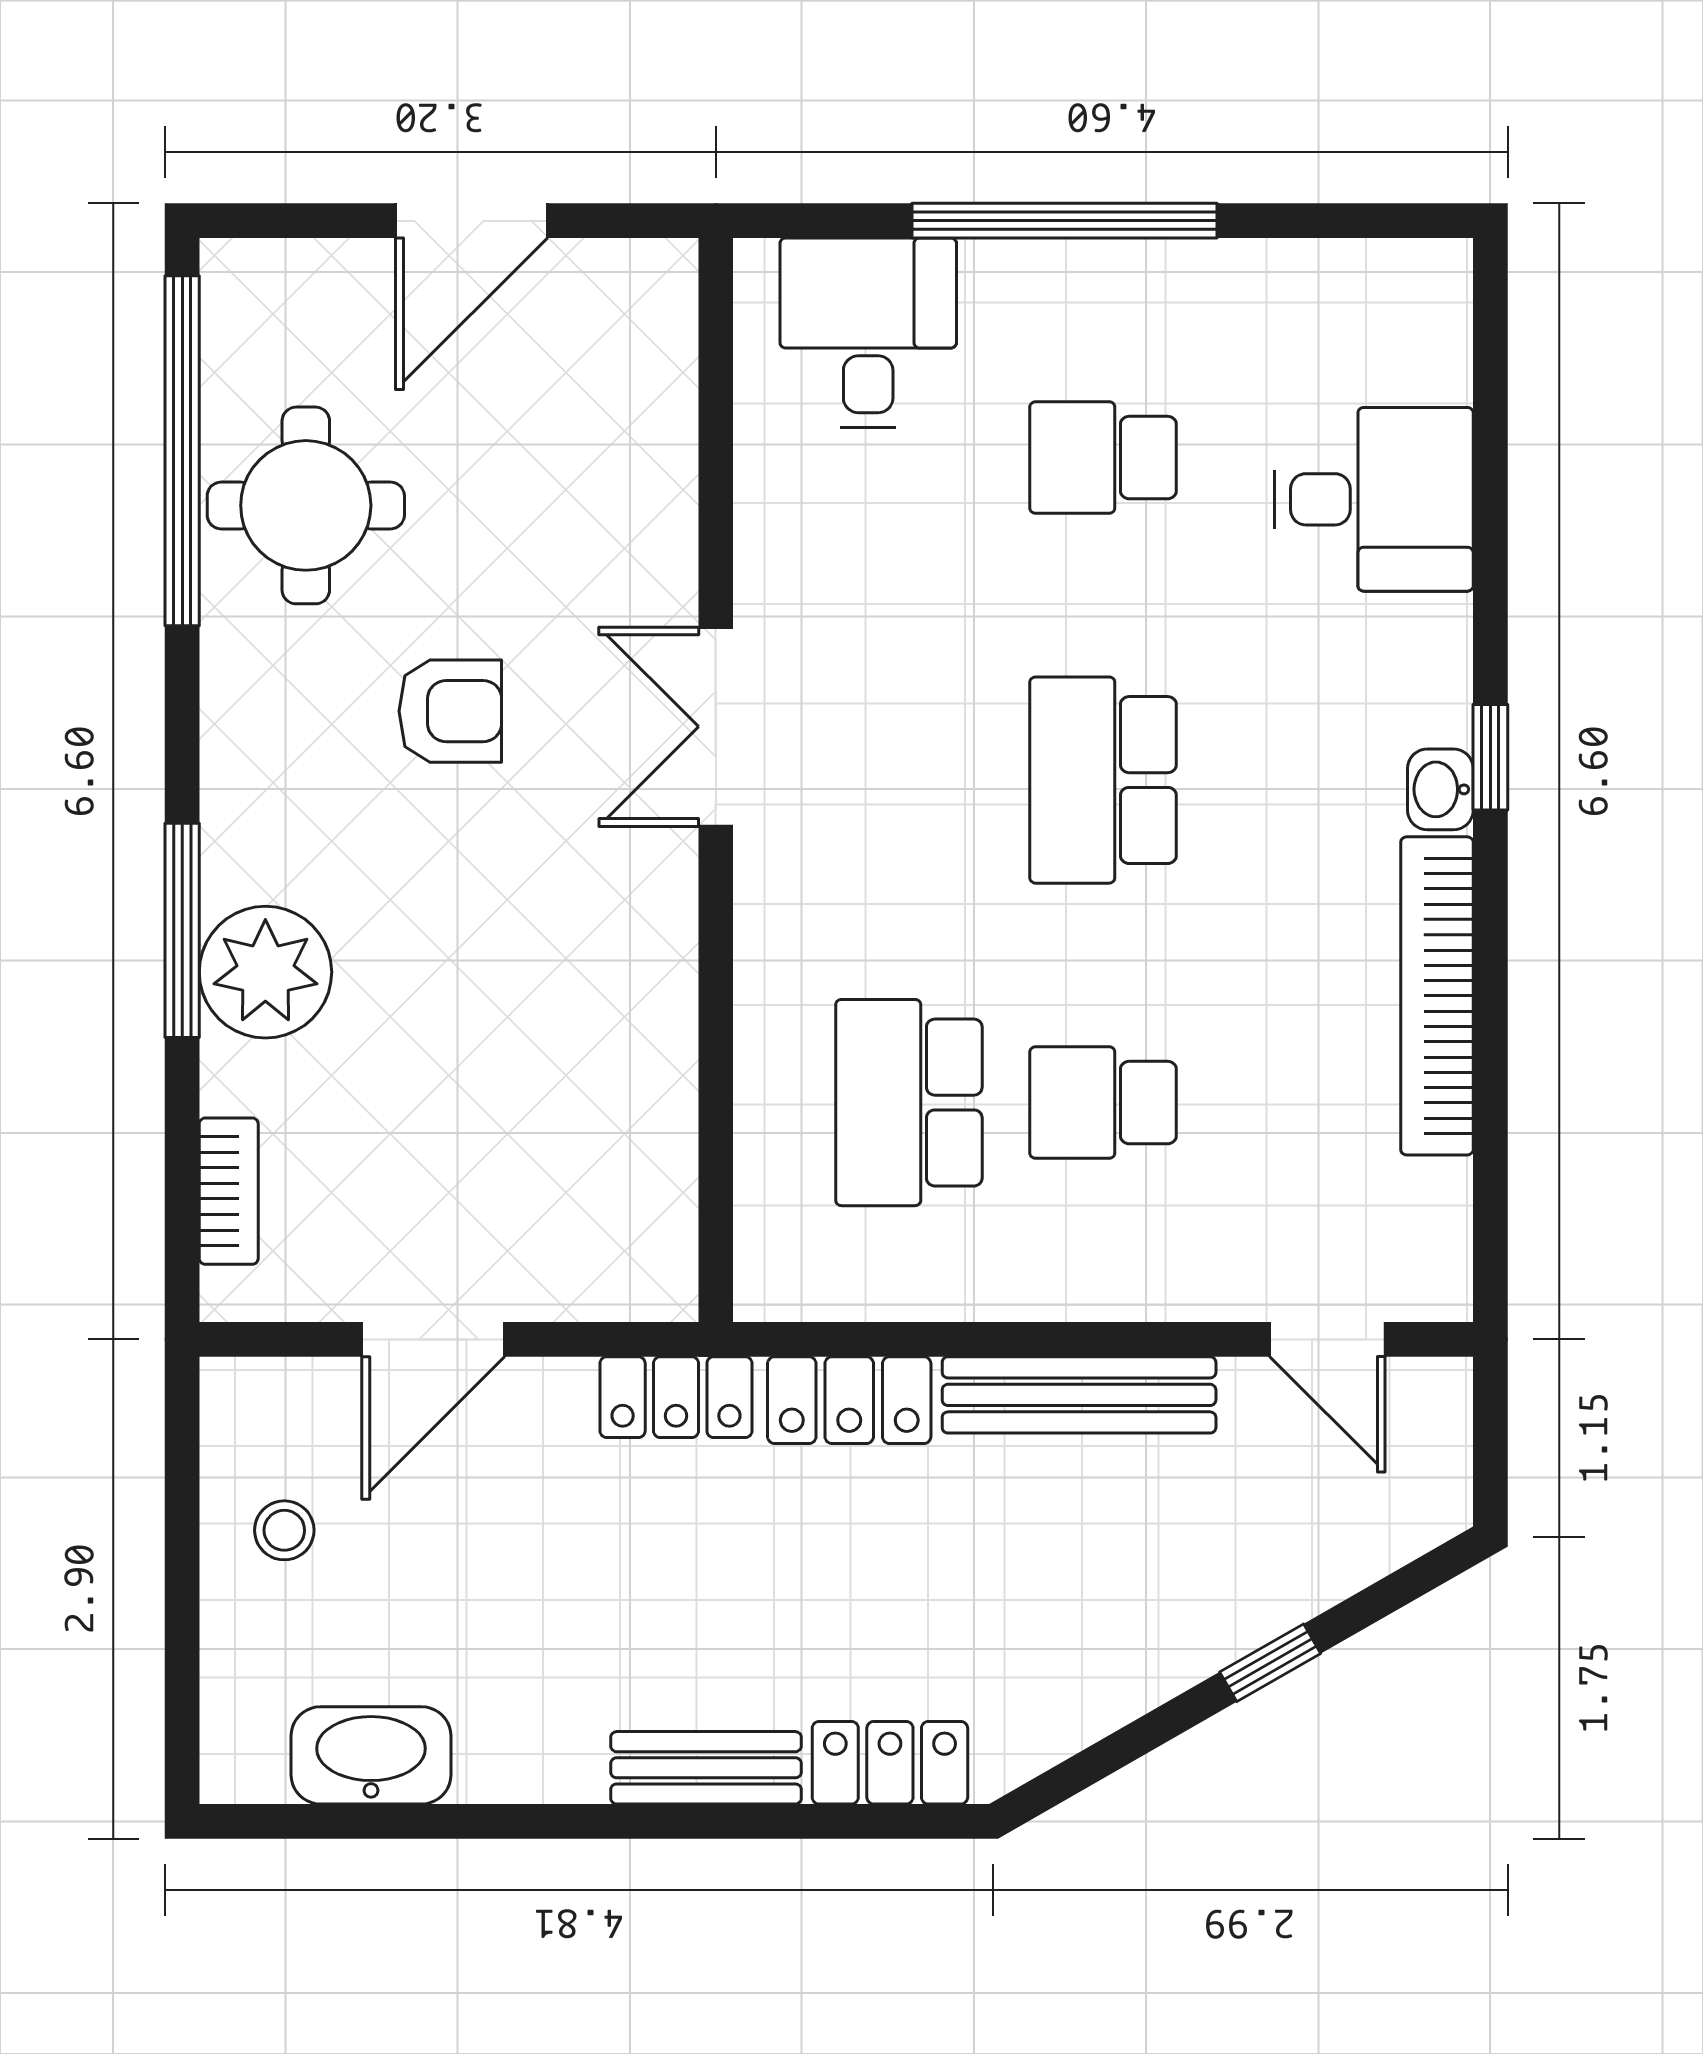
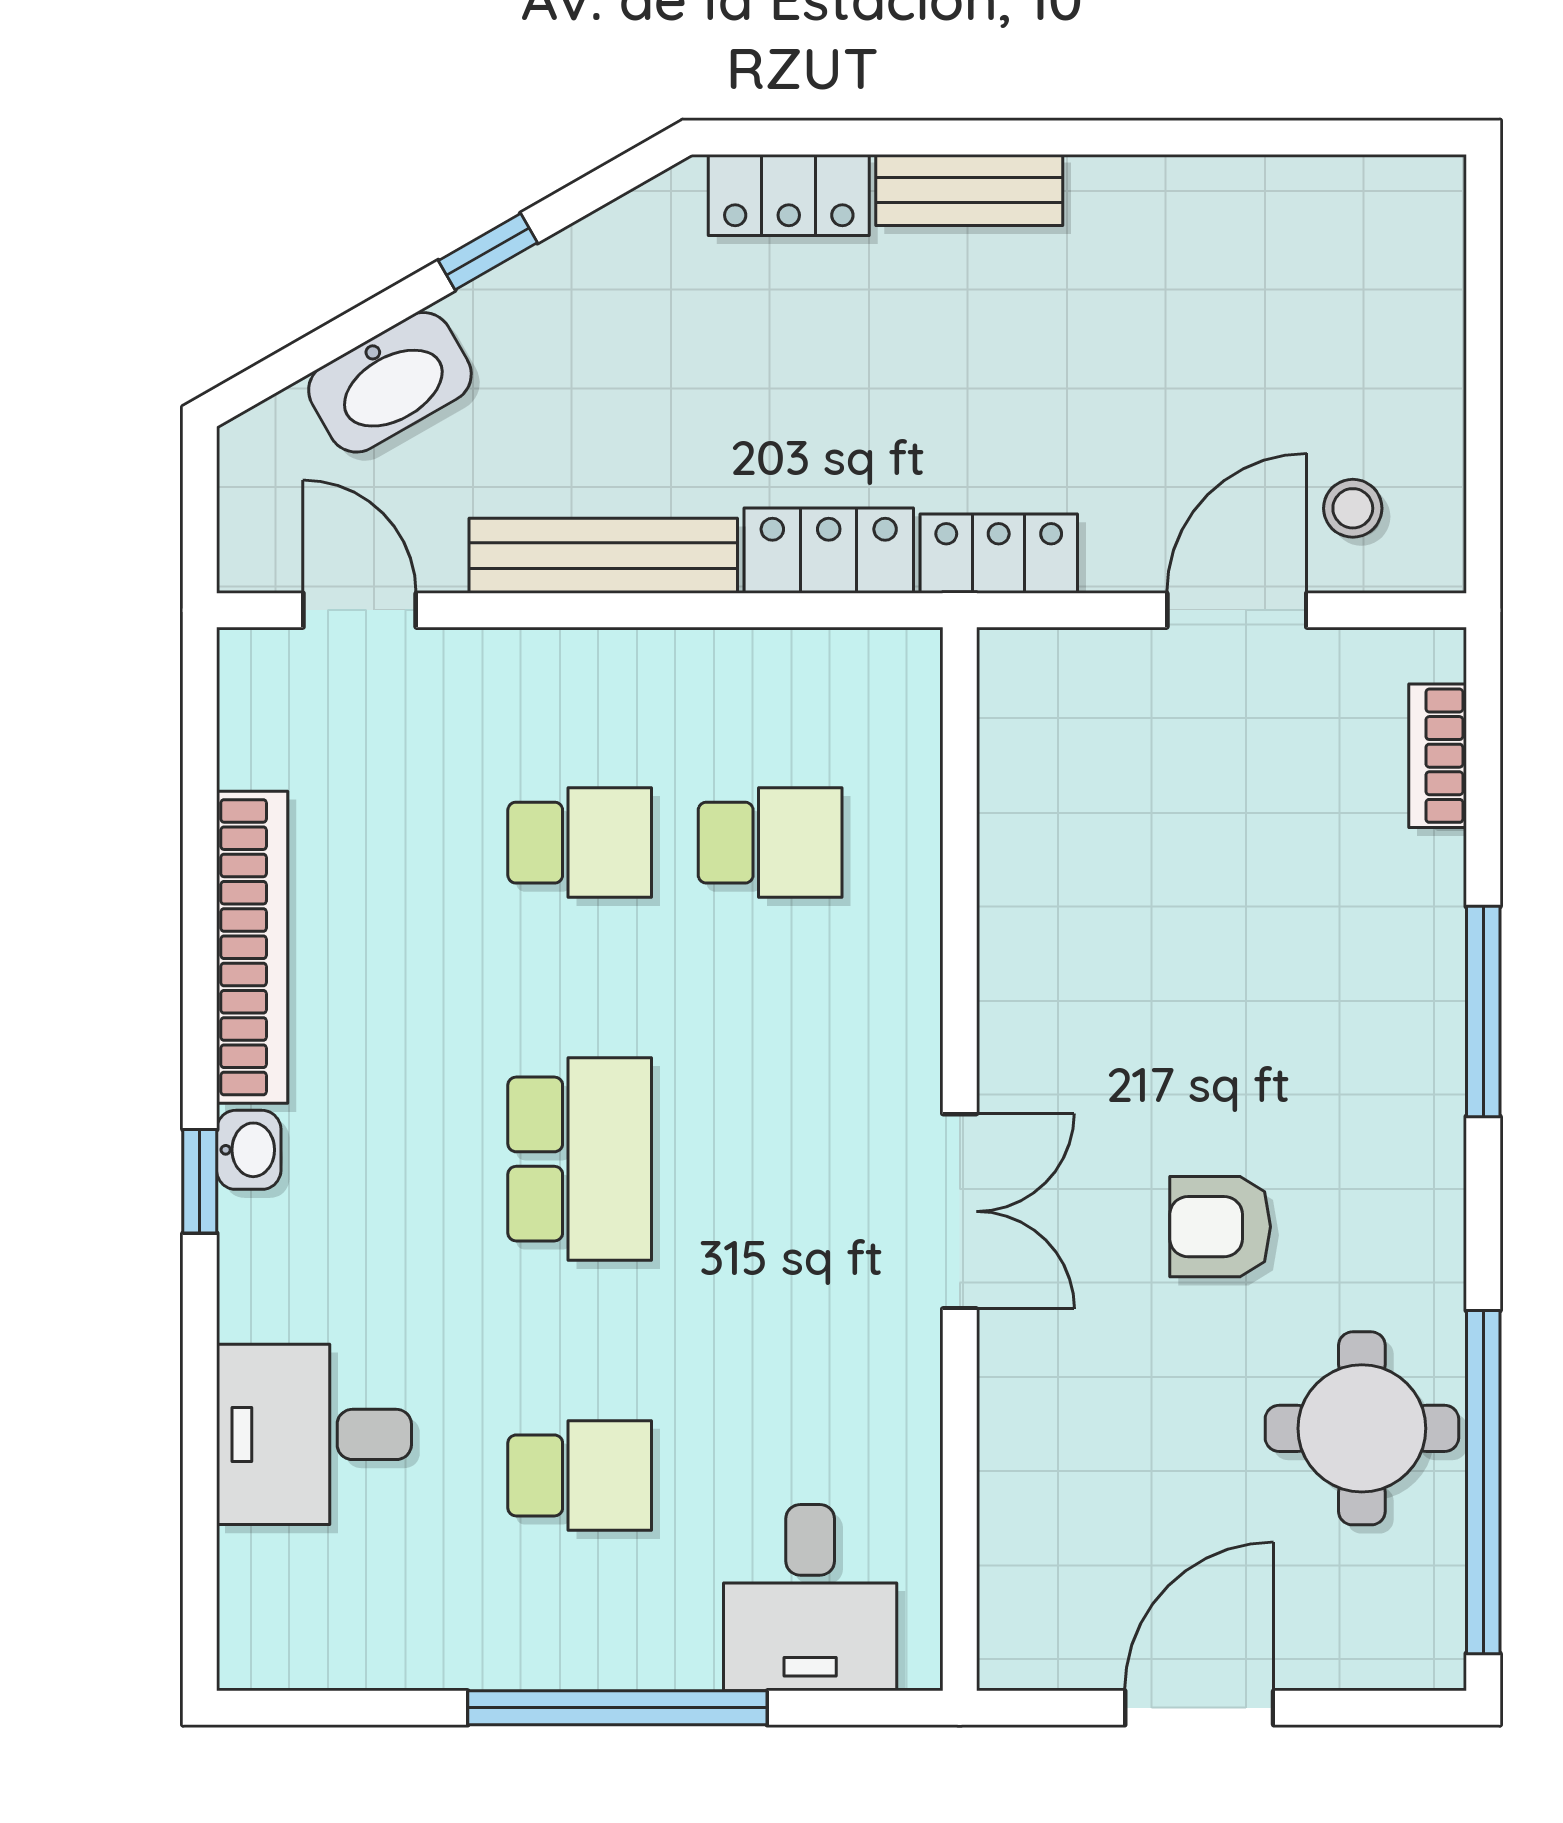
plant: (265, 972) -> (1401, 971), removed
school desk: (909, 1103) -> (770, 843), width x0.54
stool: (284, 1530) -> (1353, 508), moved
window: (1270, 1663) -> (488, 252), moved
washbasin: (371, 1755) -> (390, 382), moved, turned -30

